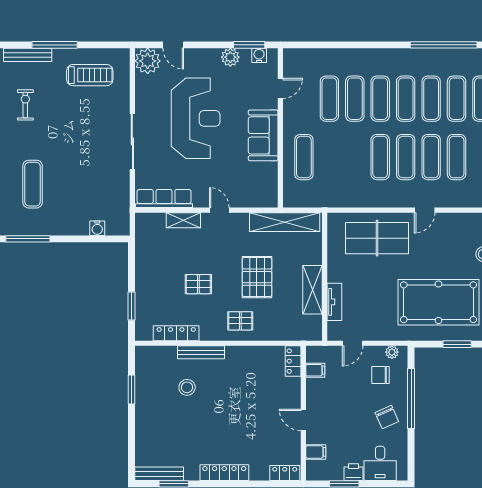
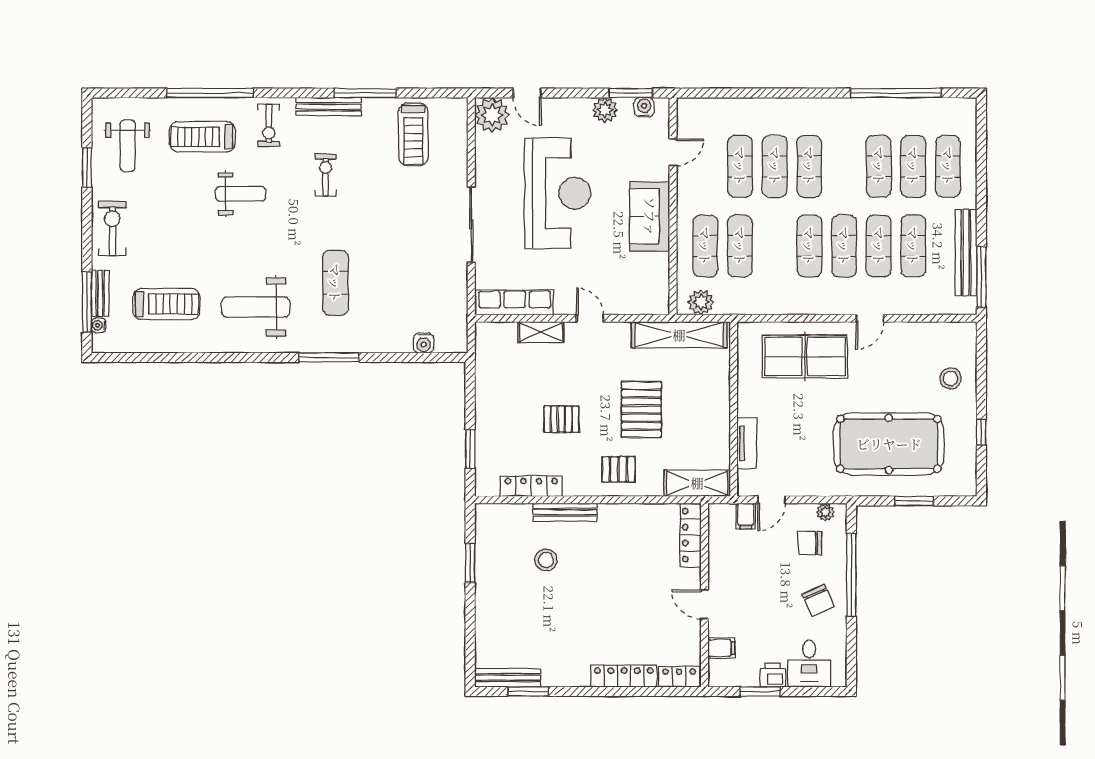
treadmill: (90, 75) -> (413, 134), turned 90
exercise mat: (406, 99) -> (740, 246), moved
plant: (301, 198) -> (701, 302), added
shelving: (312, 290) -> (697, 483), moved, turned 90
locker: (293, 361) -> (691, 535), width x1.53
filing cabinet: (315, 370) -> (746, 516), moved, turned 90
locker: (224, 473) -> (624, 676), moved

